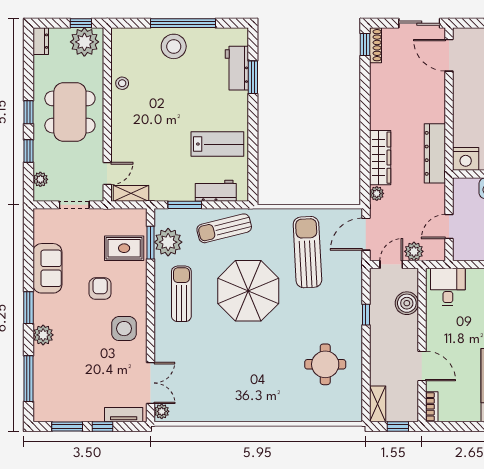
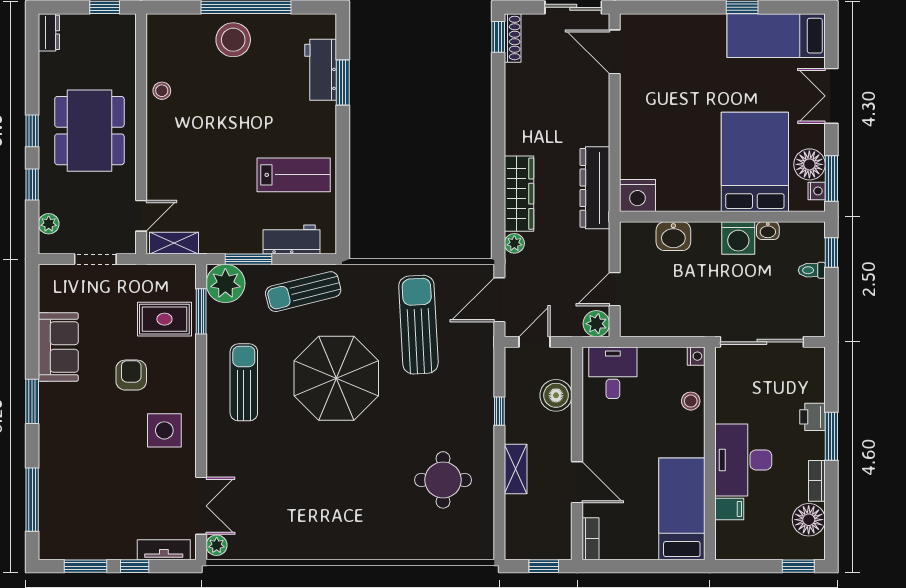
plant: (84, 42) -> (110, 33), removed
plant: (168, 242) -> (225, 283), moved
plant: (414, 251) -> (596, 324), moved
plant: (43, 335) -> (52, 439), removed
shelving: (378, 404) -> (516, 469), moved

